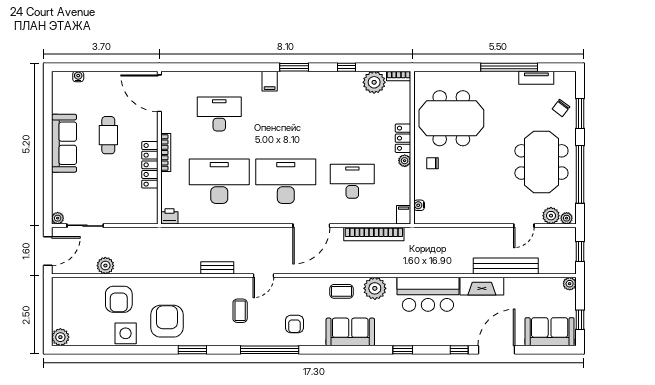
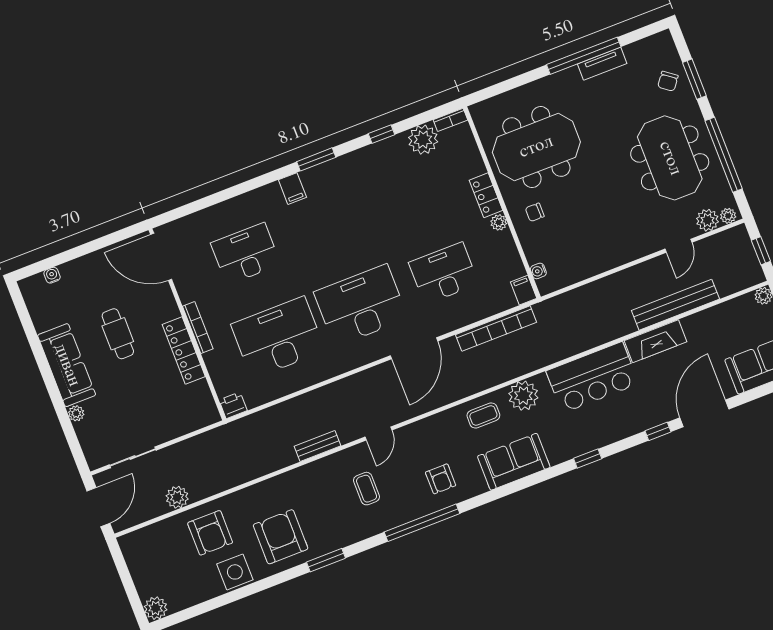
tv unit: (536, 78) -> (602, 64), moved
plant: (58, 218) -> (76, 413), moved

